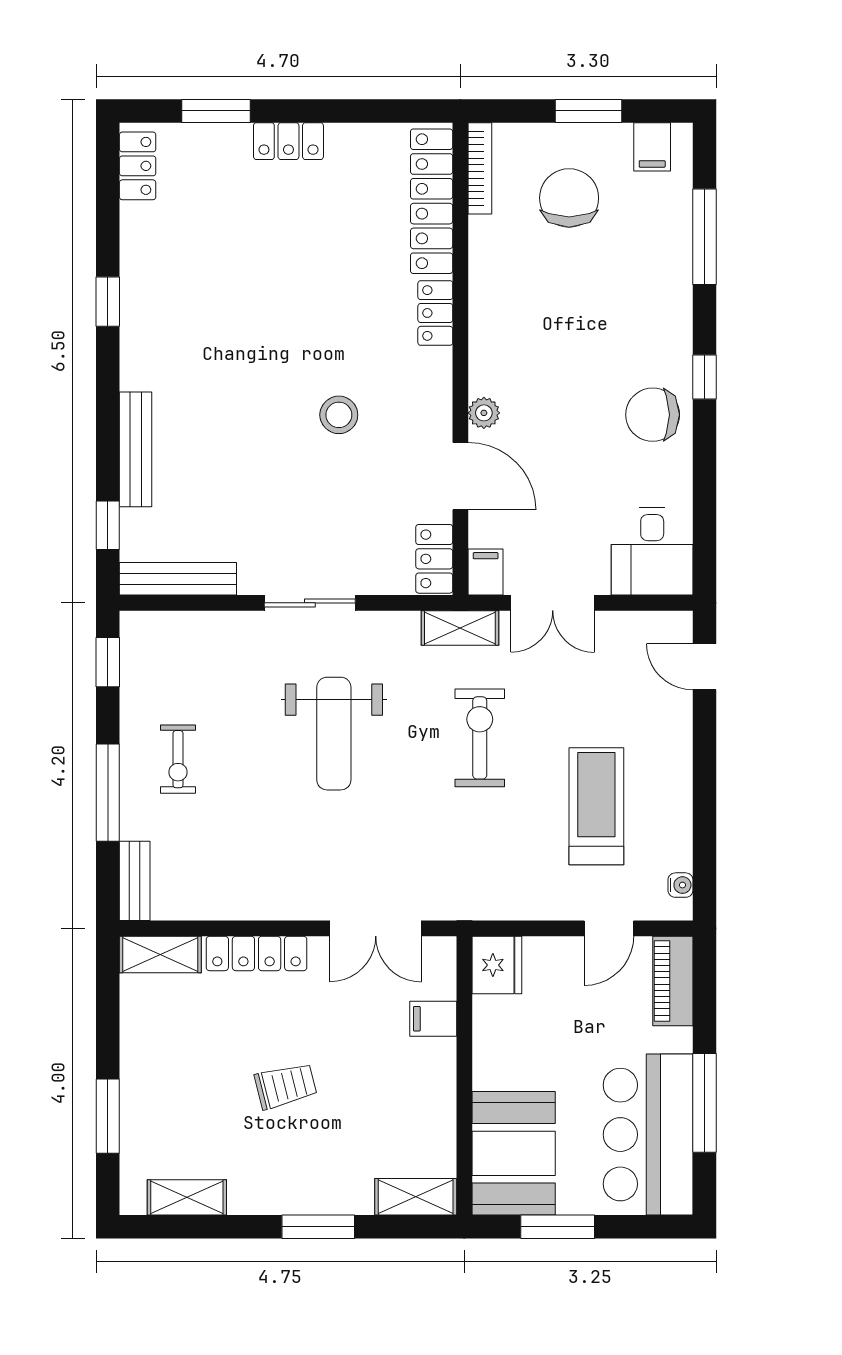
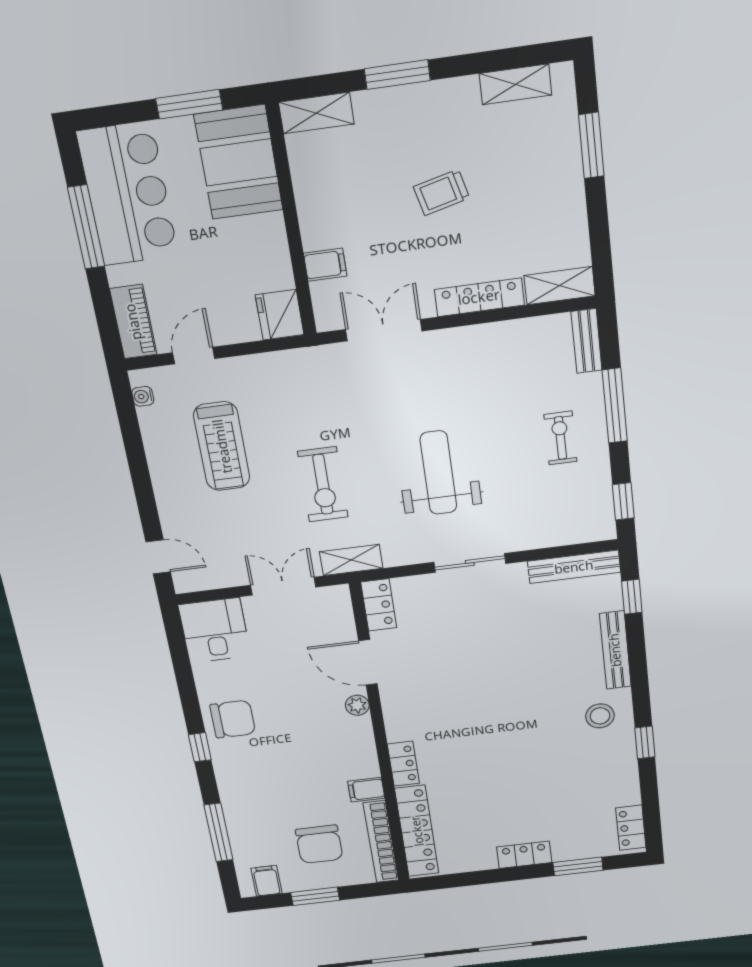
bookcase: (480, 168) -> (381, 842), width x1.48, depth x1.31
stool: (339, 415) -> (600, 716), moved
filing cabinet: (486, 572) -> (366, 790), moved, turned 90

